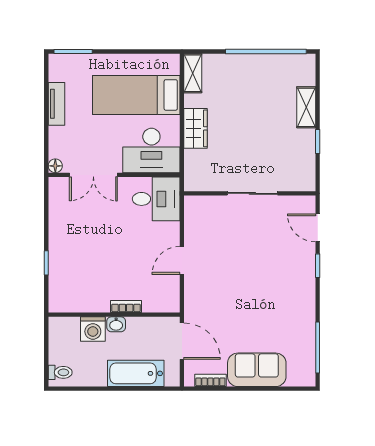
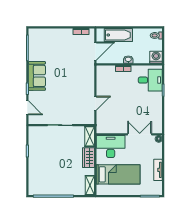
shelving: (306, 107) -> (90, 136), moved
desk: (156, 199) -> (150, 80), moved, turned 180
door: (182, 260) -> (95, 103), moved
washing machine: (93, 329) -> (156, 57), moved
door: (182, 341) -> (95, 51), swing flipped
sofa: (257, 370) -> (37, 76), moved, turned -90

